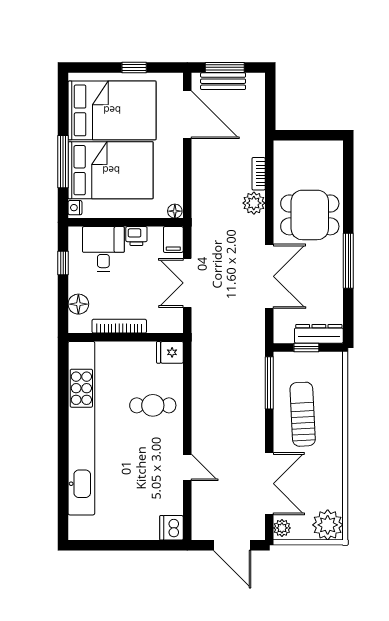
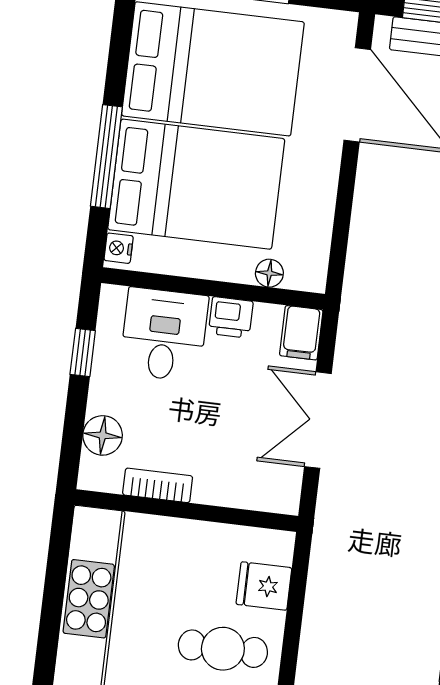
floor lamp: (175, 211) -> (269, 273), moved
bookcase: (119, 326) -> (158, 485), width x0.64
fridge: (170, 352) -> (264, 586), moved

